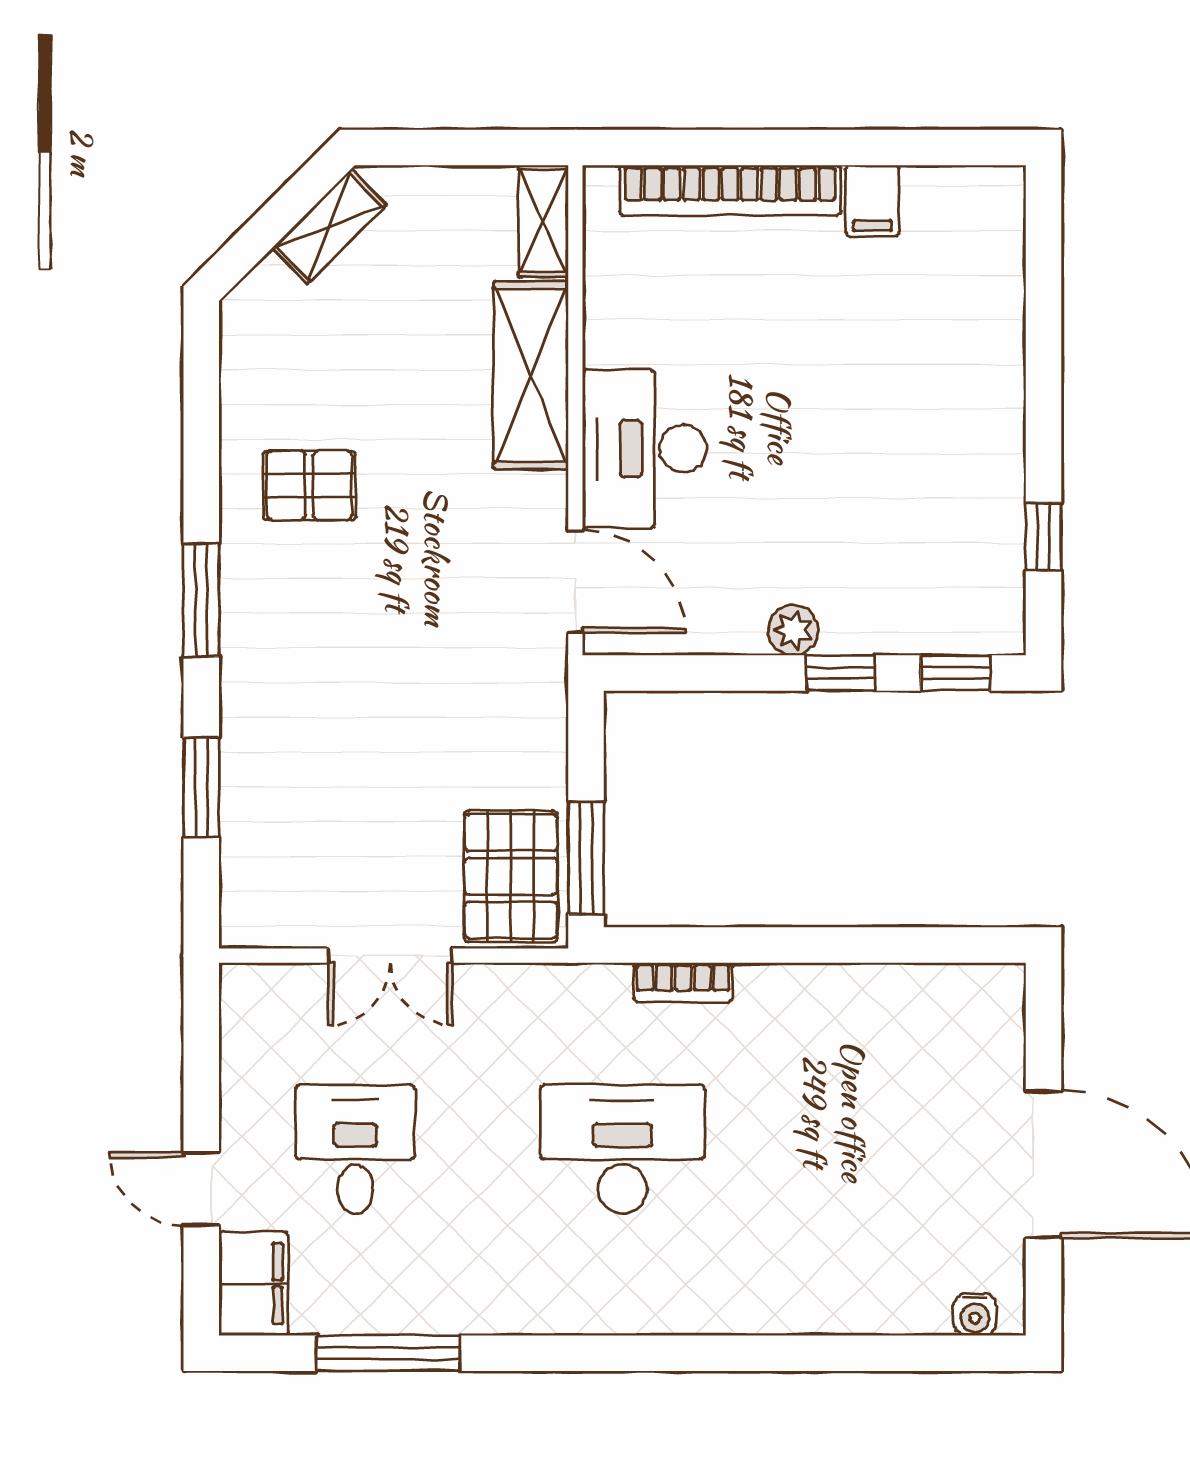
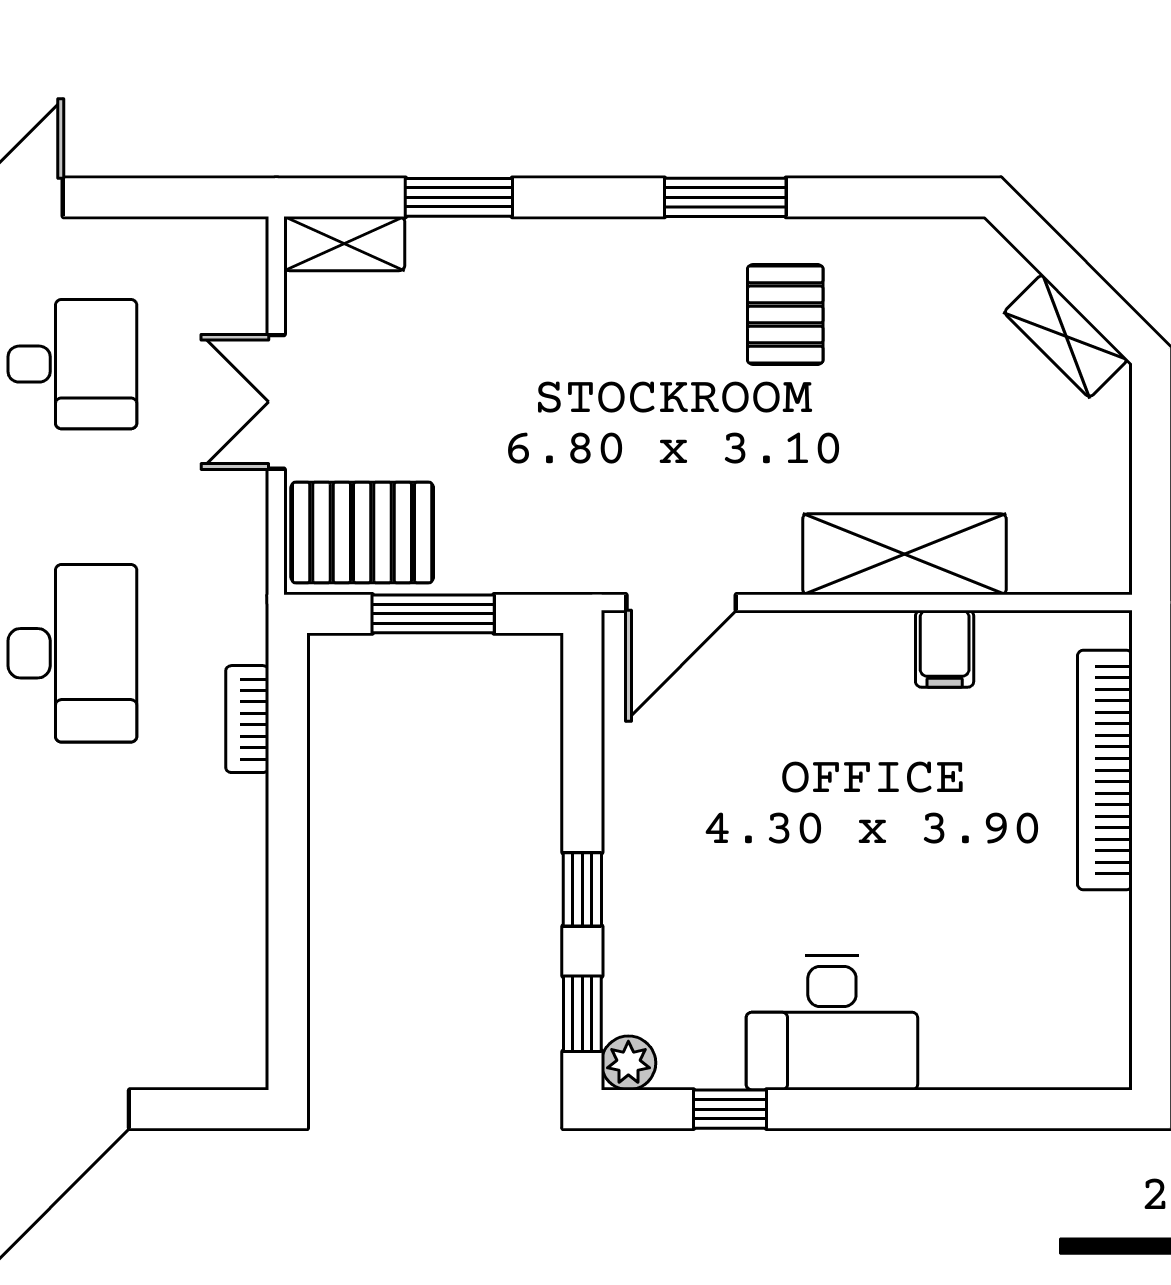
filing cabinet: (872, 201) -> (945, 649), moved, turned -90
shelving: (543, 221) -> (344, 244), moved
desk: (645, 449) -> (832, 1023), moved, turned 180
window: (201, 600) -> (725, 197), moved
plant: (793, 630) -> (628, 1063), moved
window: (586, 858) -> (433, 614), moved

